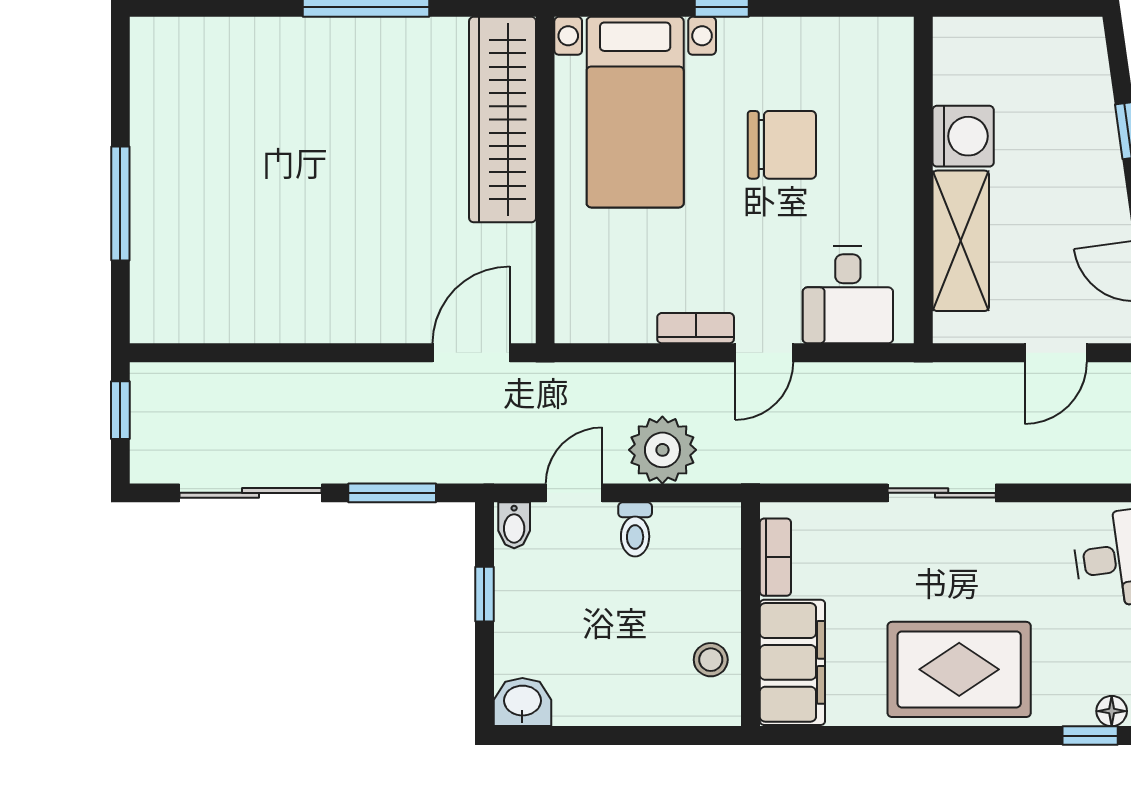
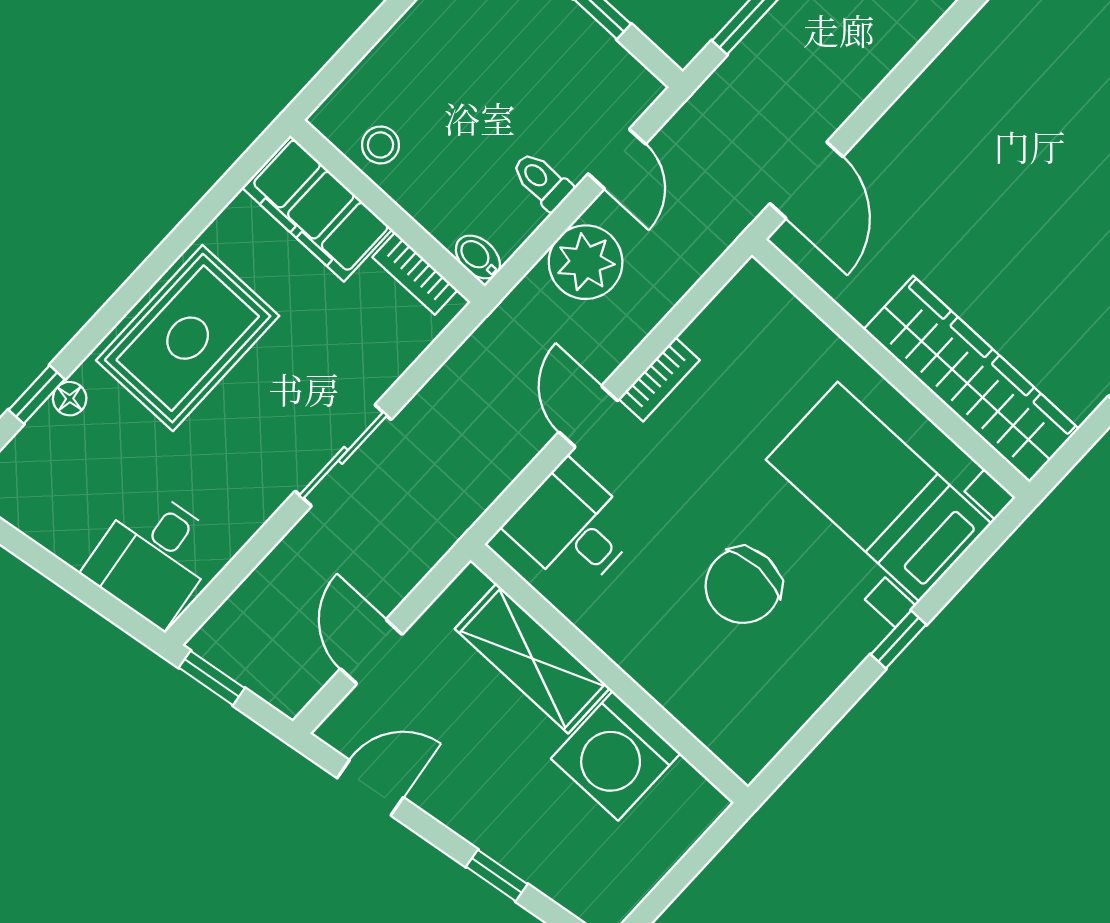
washing machine: (963, 136) -> (616, 756), width x1.37, depth x1.37
bidet: (514, 525) -> (478, 257), moved
floor lamp: (1112, 711) -> (70, 399), moved

